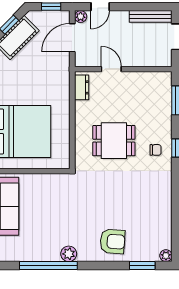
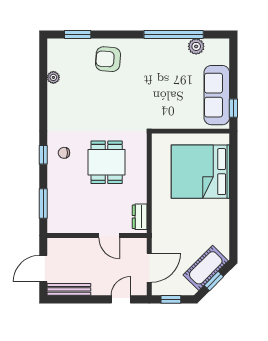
plant: (81, 17) -> (141, 289), removed
dining table: (114, 141) -> (107, 162), turned 90
plant: (69, 254) -> (196, 46), moved
plant: (166, 256) -> (53, 77), moved

